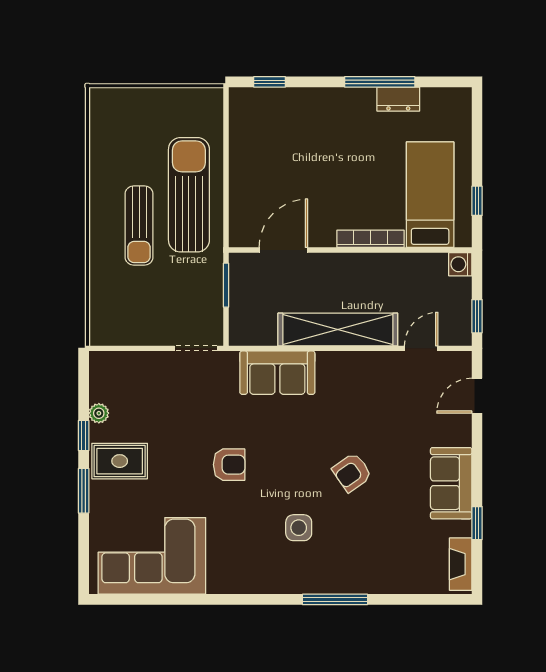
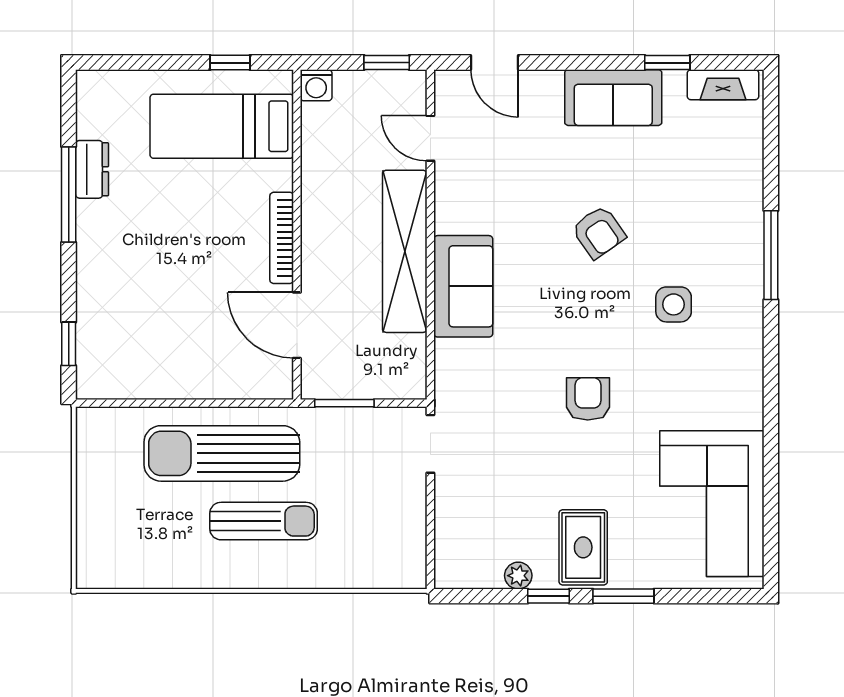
bookcase: (371, 239) -> (282, 238), moved
sofa: (277, 373) -> (463, 286), moved

